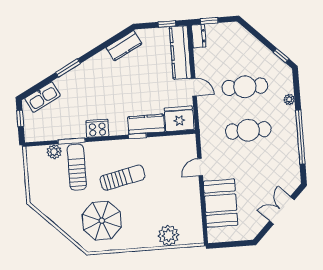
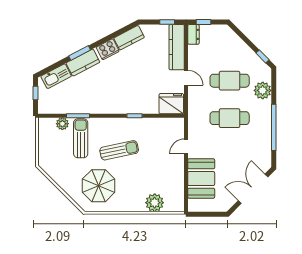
plant: (289, 100) -> (263, 90), width x1.88, depth x1.88
kitchen counter: (146, 124) -> (83, 63), moved, turned 152
cooker: (97, 128) -> (108, 49), moved, turned 152
double door: (282, 210) -> (253, 189), width x1.37

